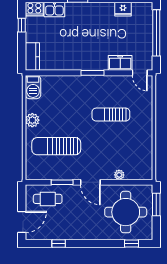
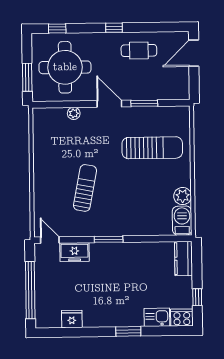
sun lounger: (111, 115) -> (85, 188), turned -79
plant: (32, 120) -> (183, 196), moved
cafe table: (48, 199) -> (139, 51), moved
window: (59, 243) -> (114, 28), moved

